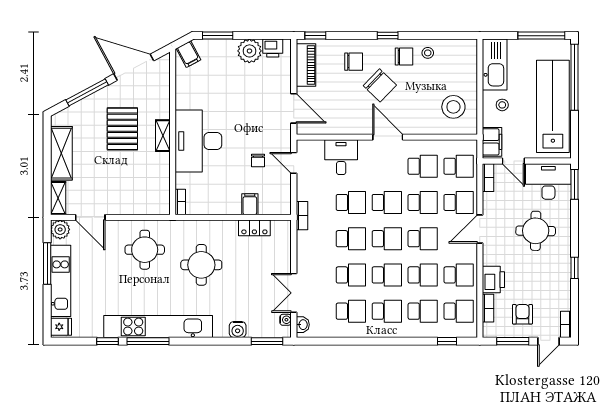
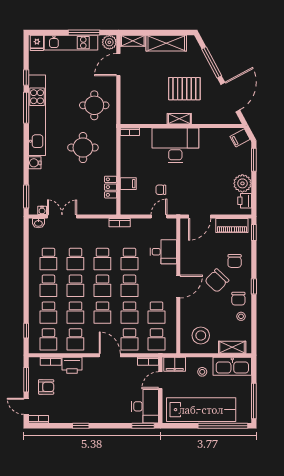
shelving: (469, 65) -> (232, 347), added
round table: (536, 231) -> (108, 397), removed
water cooler: (238, 329) -> (35, 163), moved

